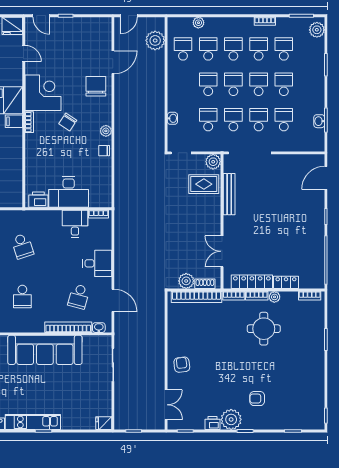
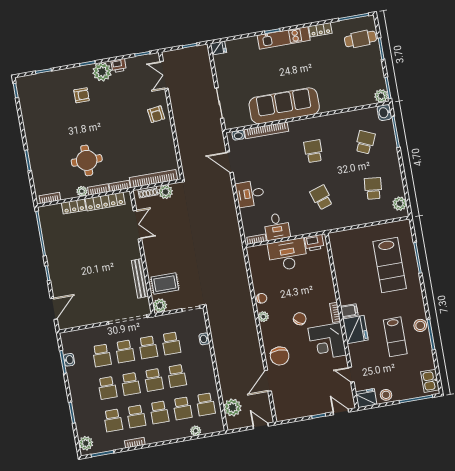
door: (129, 16) -> (261, 426), hinge flipped
school desk: (79, 297) -> (262, 160), removed

